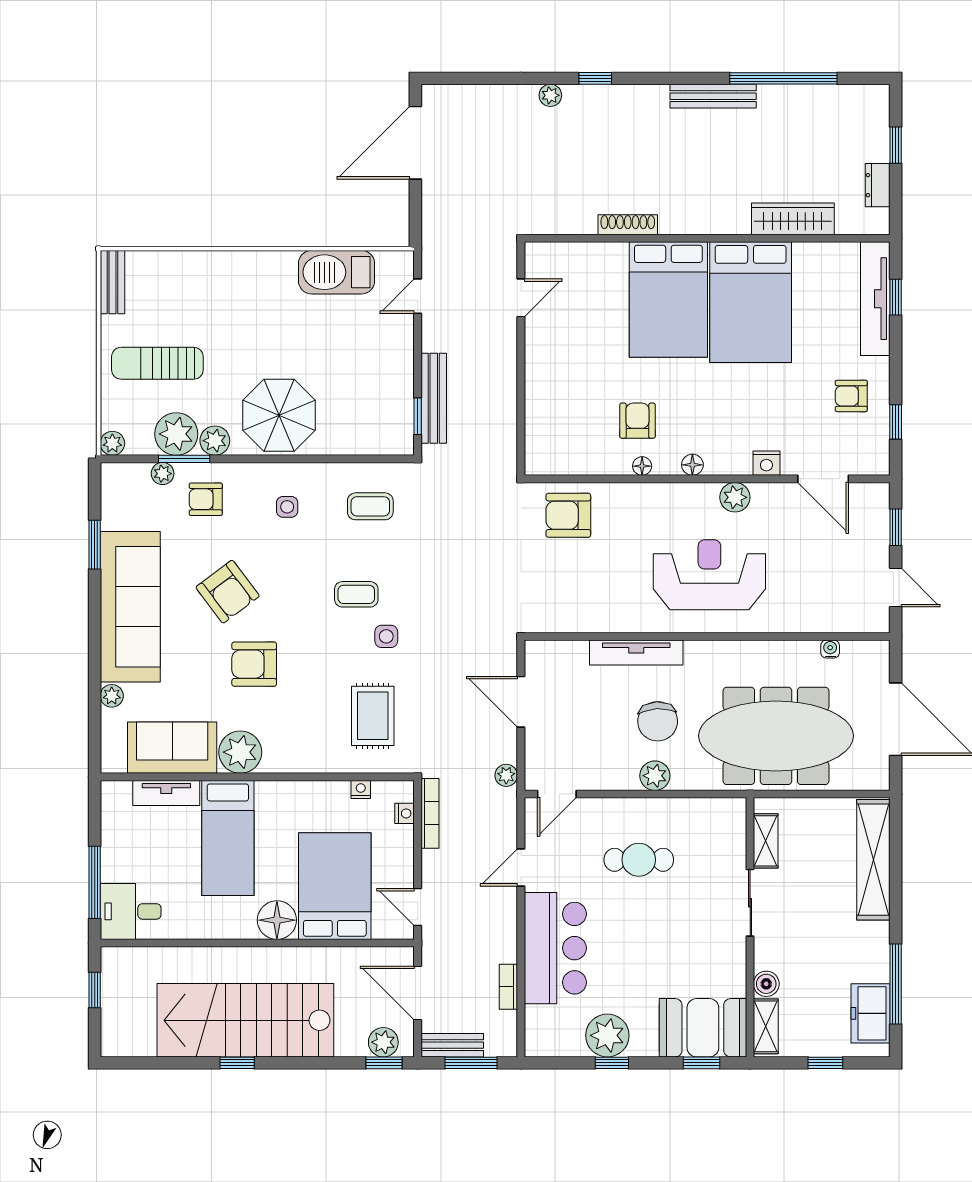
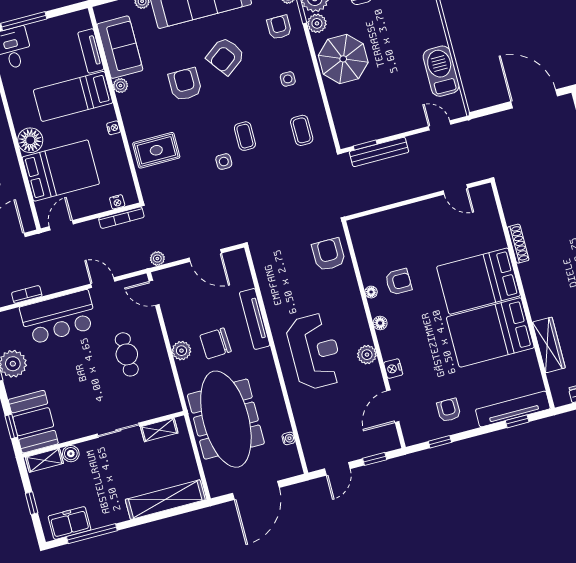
door: (521, 702) -> (205, 256), swing flipped
rug: (373, 716) -> (156, 150), moved
plant: (240, 752) -> (120, 86), width x0.53, depth x0.53
nightstand: (361, 789) -> (114, 128), moved

